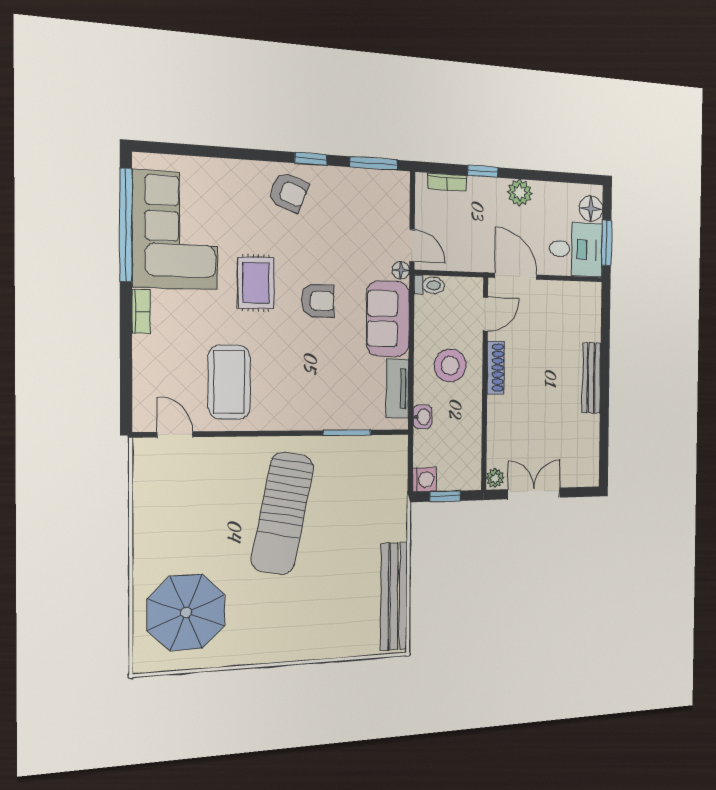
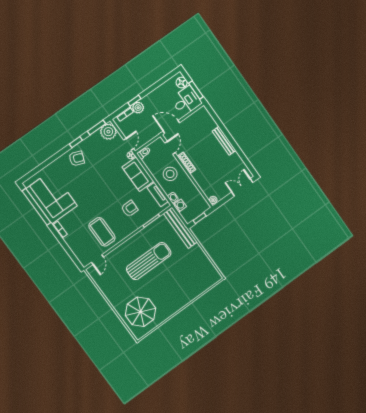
plant: (391, 190) -> (108, 132), added
plant: (520, 193) -> (138, 108), moved
door: (412, 245) -> (128, 144), hinge flipped
rug: (256, 283) -> (88, 195), removed
armchair: (318, 301) -> (130, 209), moved
door: (175, 434) -> (97, 260), swing flipped
washing machine: (424, 480) -> (180, 206), moved
double door: (534, 493) -> (242, 187), moved
sun lounger: (282, 513) -> (149, 261), turned -101
bench: (394, 596) -> (180, 228), moved

